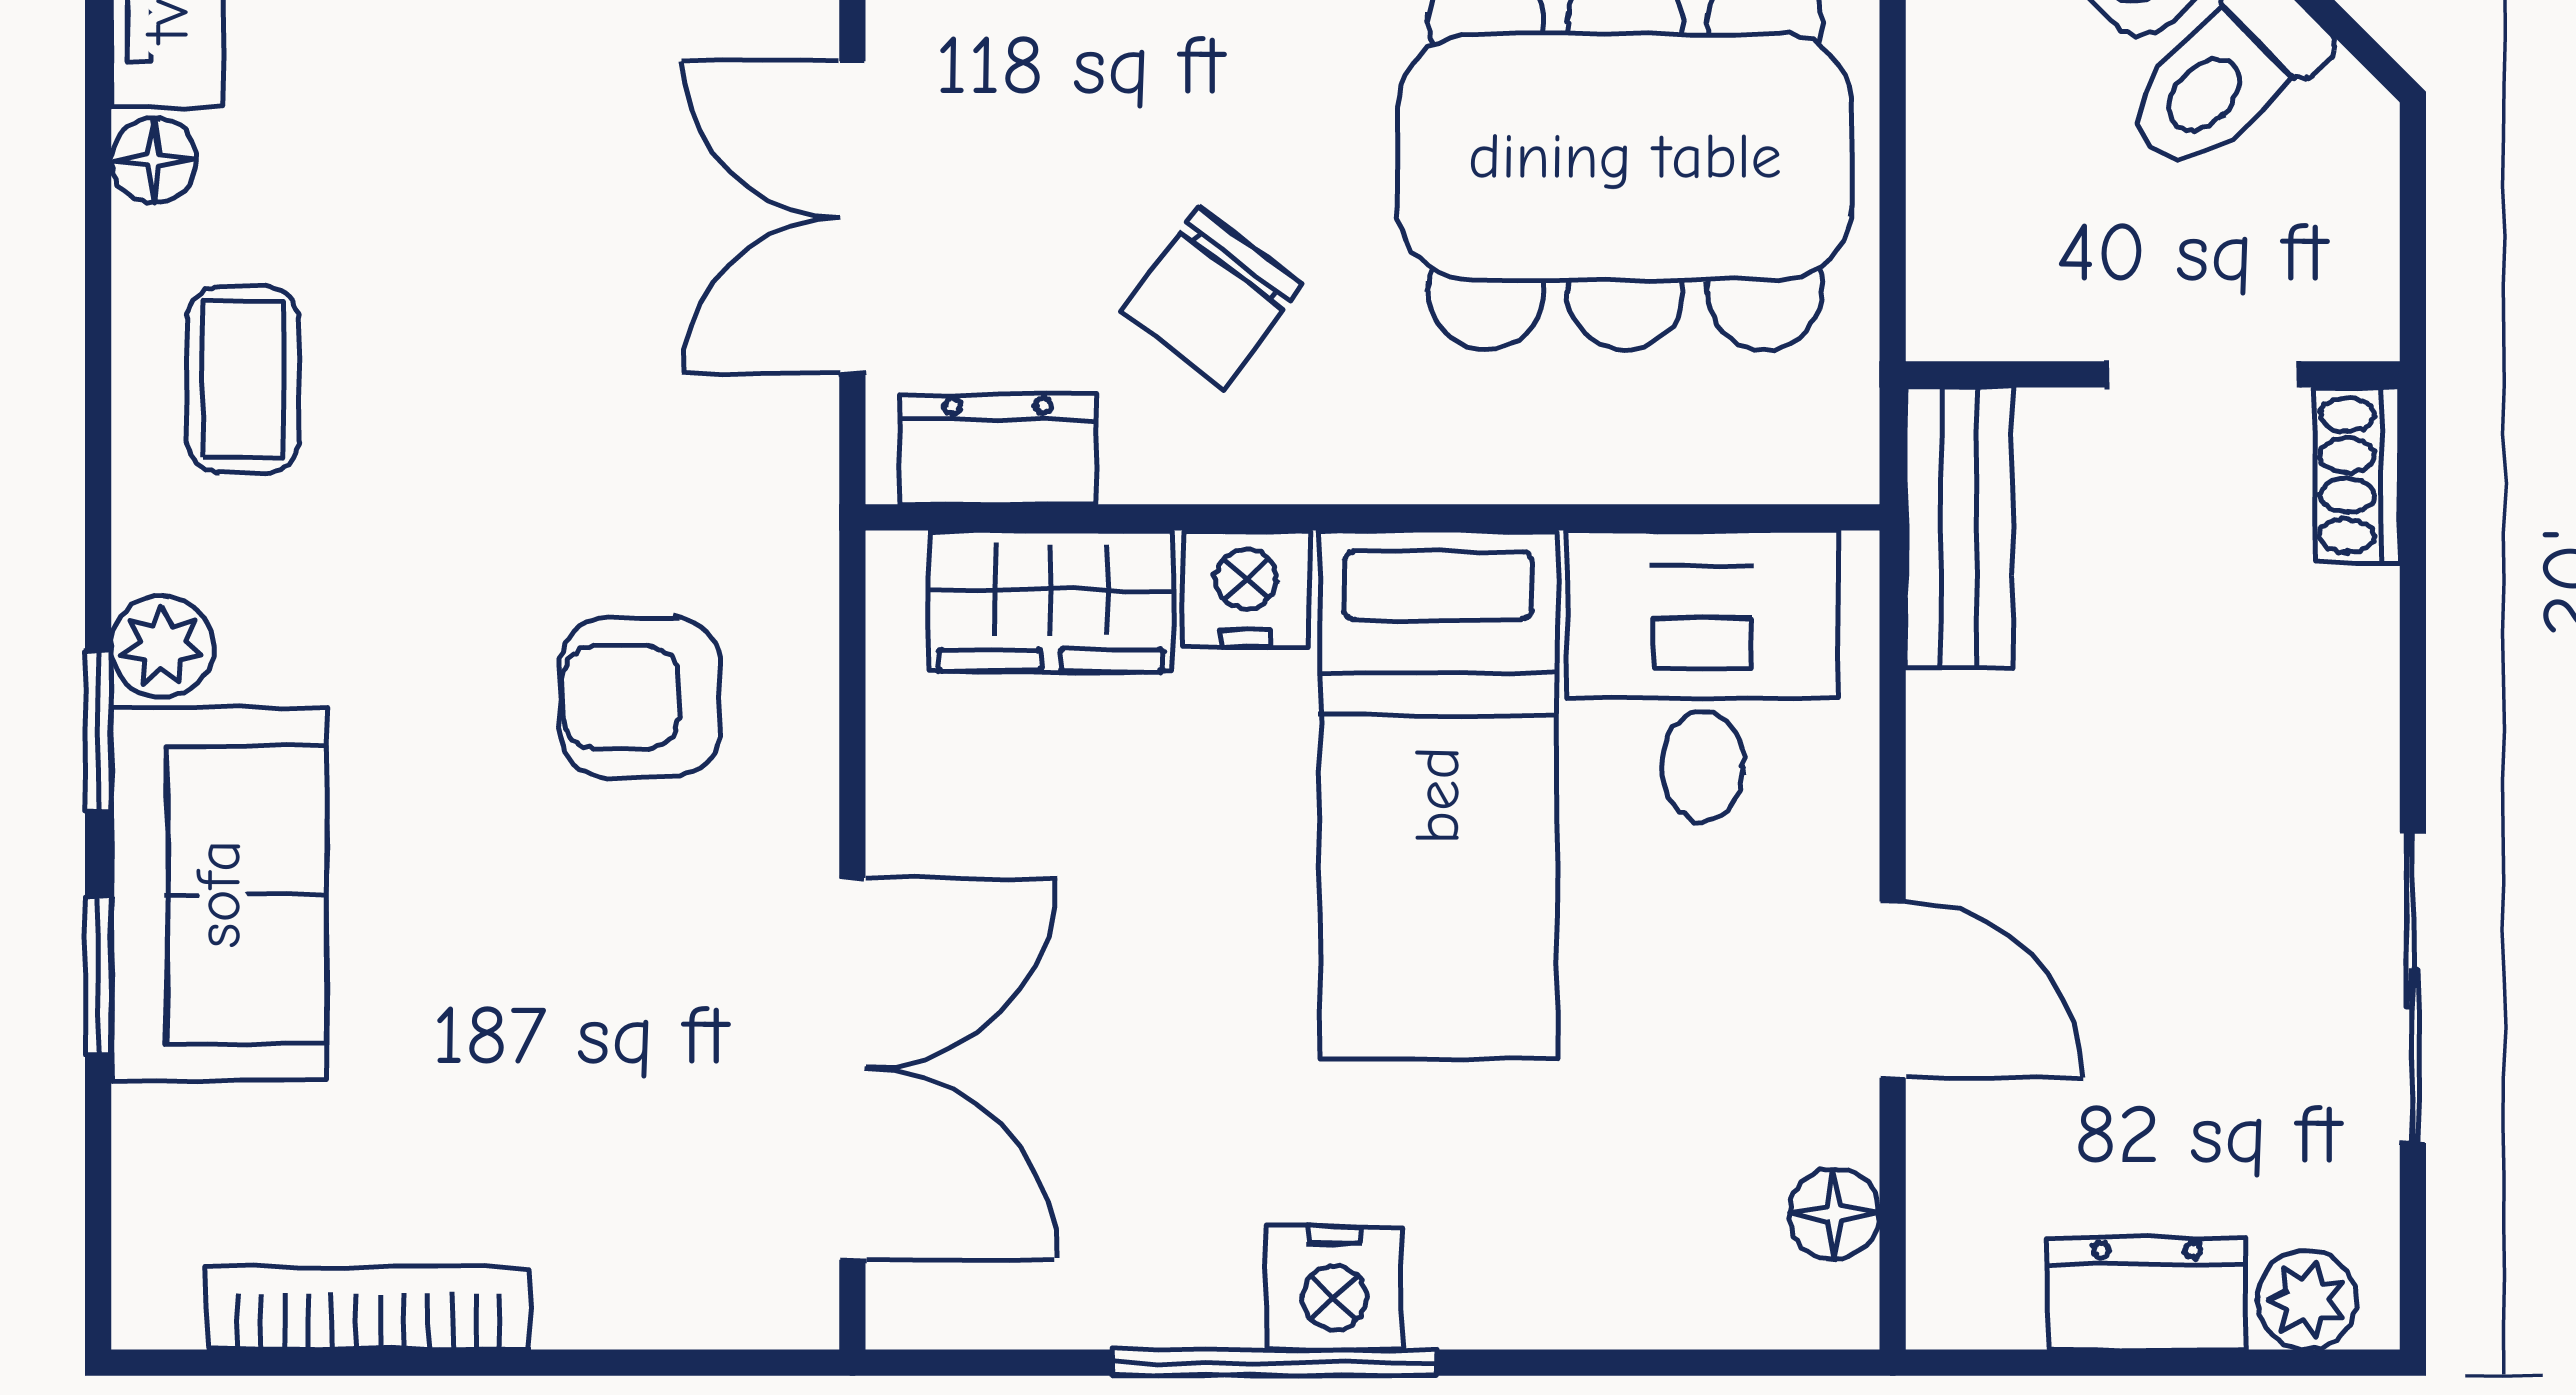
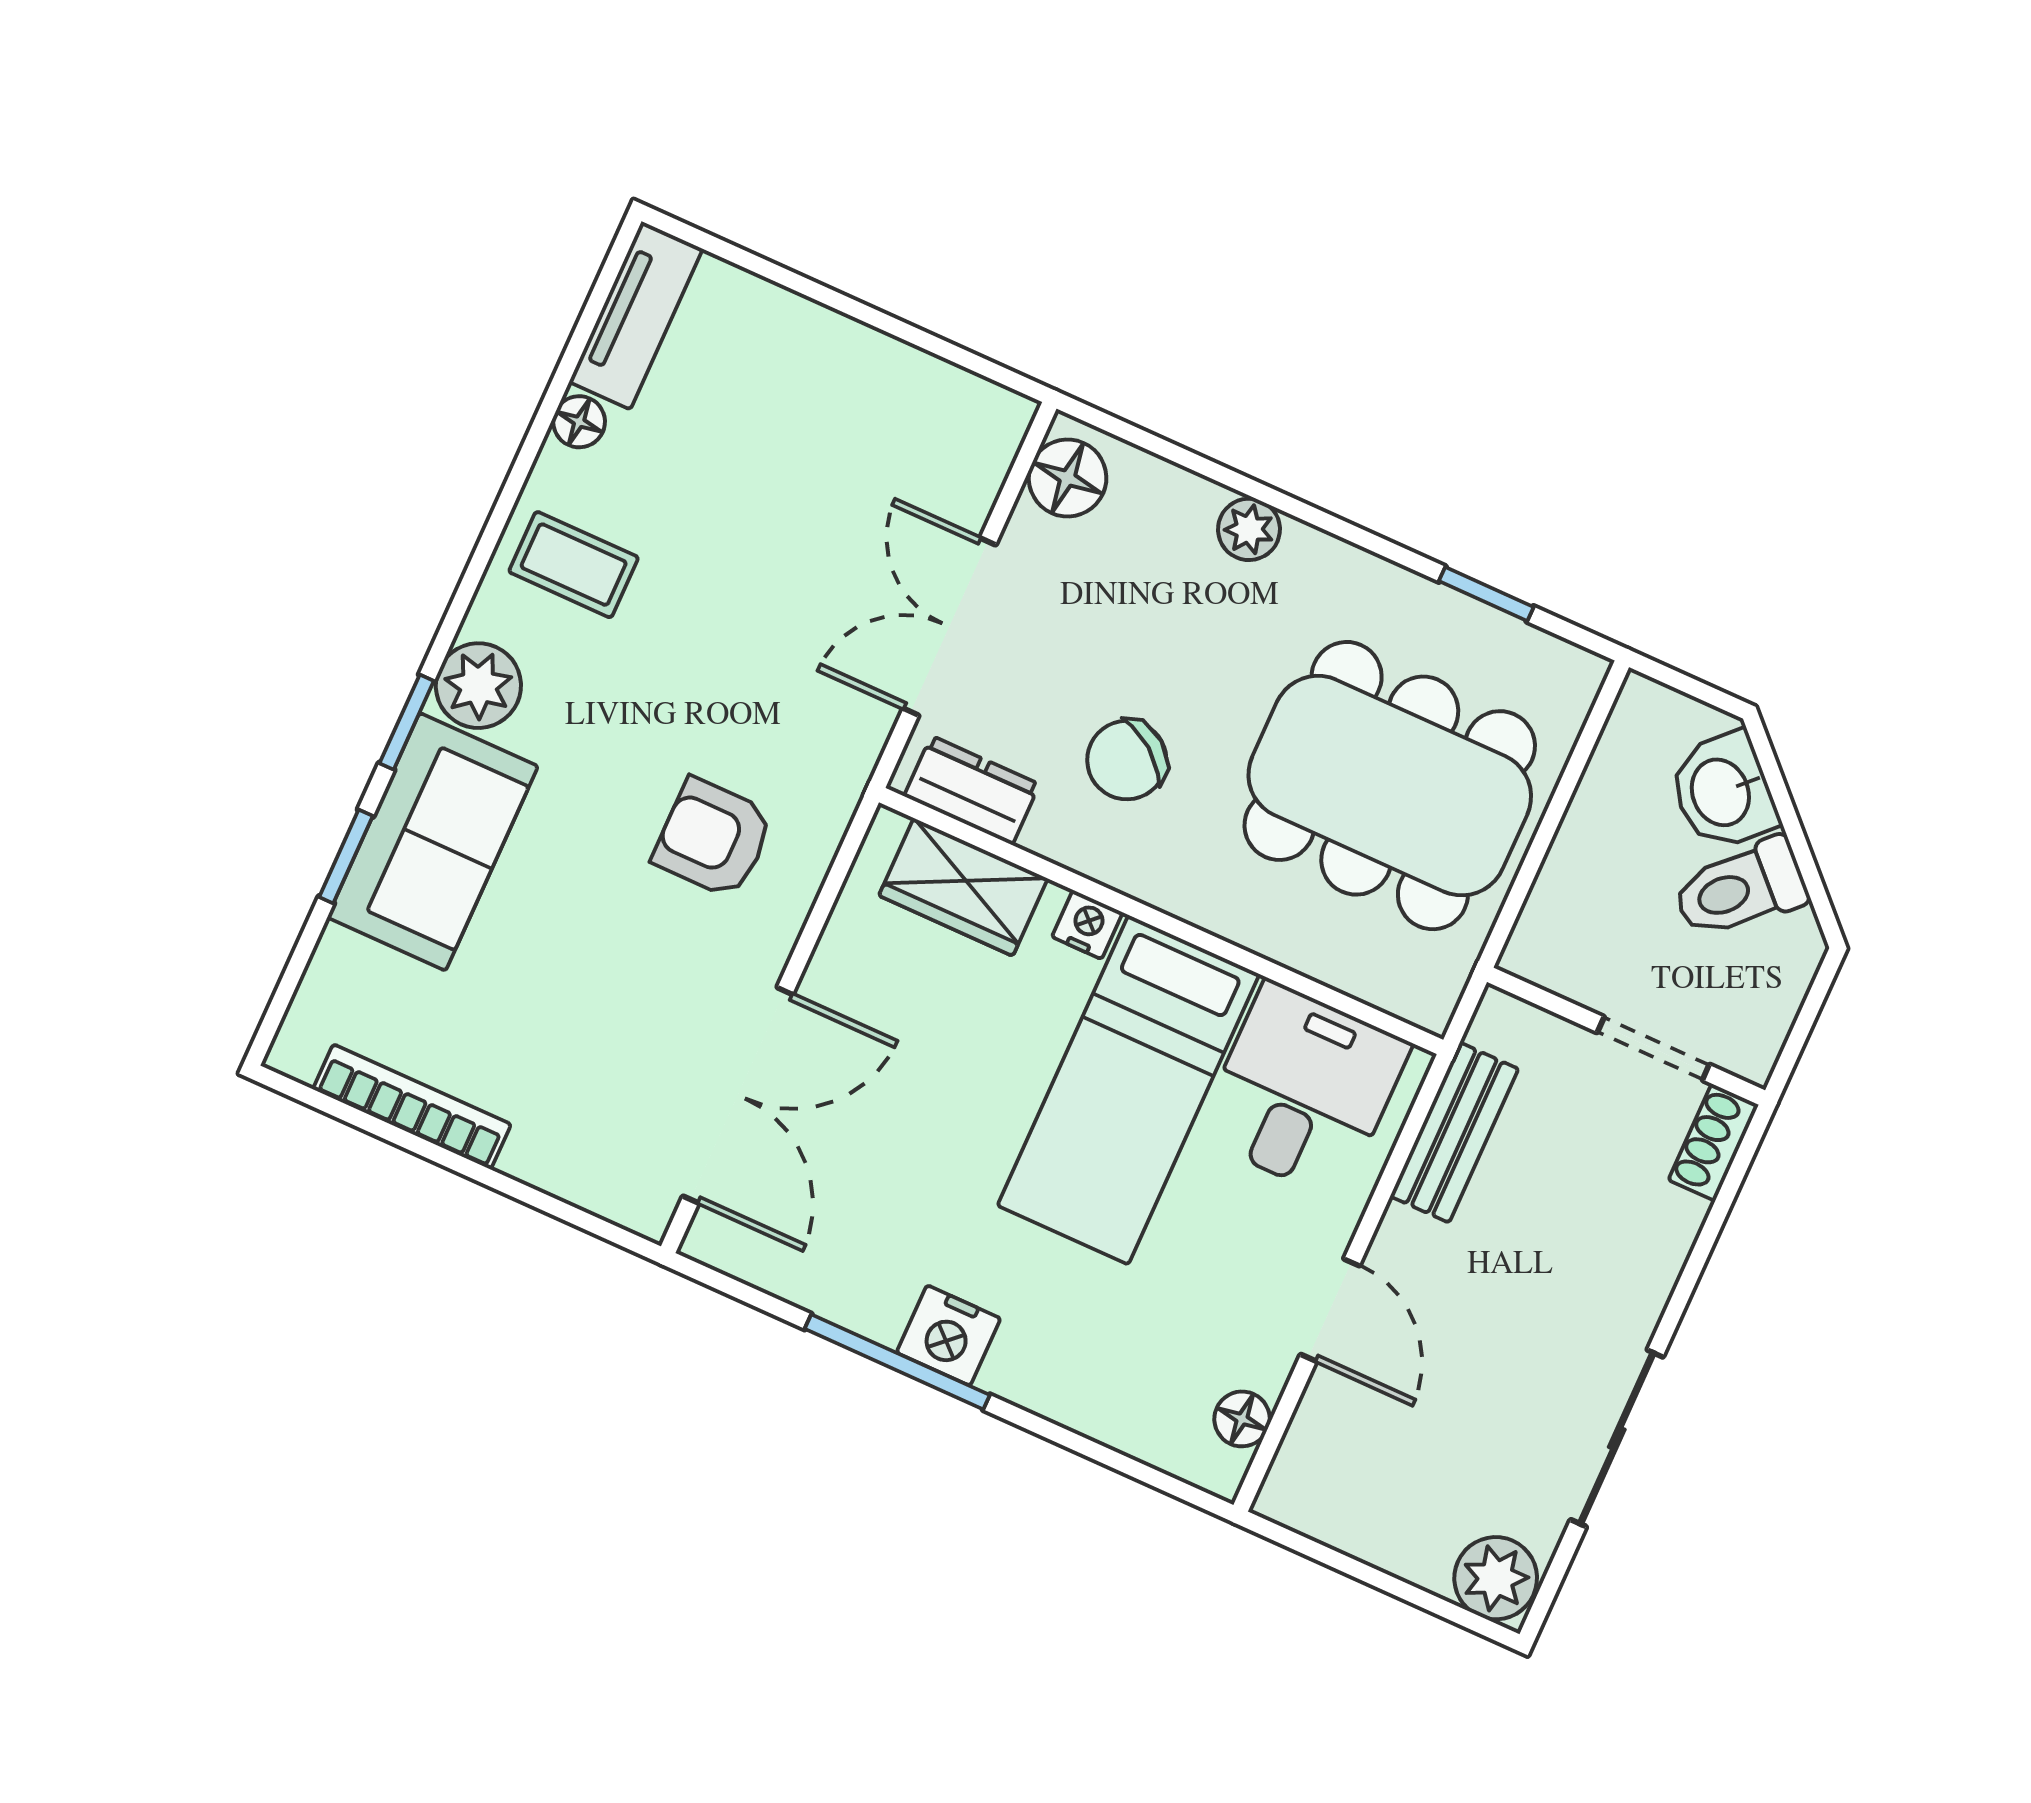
coffee table: (243, 380) -> (574, 565), turned 90
bench: (1959, 528) -> (1454, 1133), moved
nightstand: (1246, 588) -> (1087, 925), width x0.72, depth x0.74
plant: (162, 646) -> (478, 686), width x1.38, depth x1.38
dresser: (2147, 1294) -> (1394, 1541), removed
plant: (2307, 1300) -> (1496, 1578), width x1.38, depth x1.38

